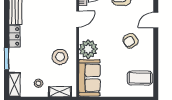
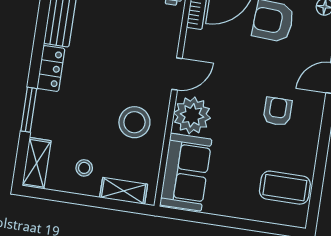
door: (78, 19) -> (177, 74), moved
armchair: (130, 41) -> (278, 112), turned 122

